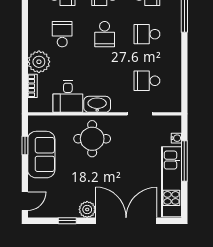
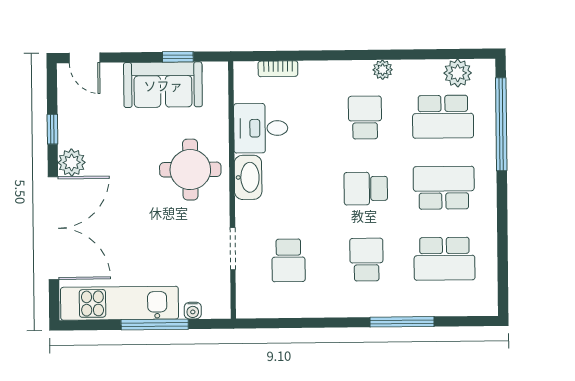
school desk: (62, 34) -> (365, 118), turned -90
plant: (39, 62) -> (383, 70), moved, width x0.53, depth x0.53
school desk: (147, 81) -> (288, 260), turned 180

